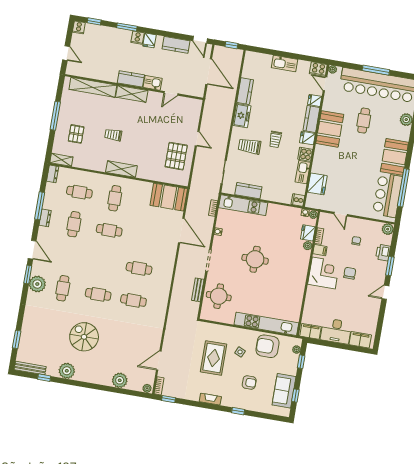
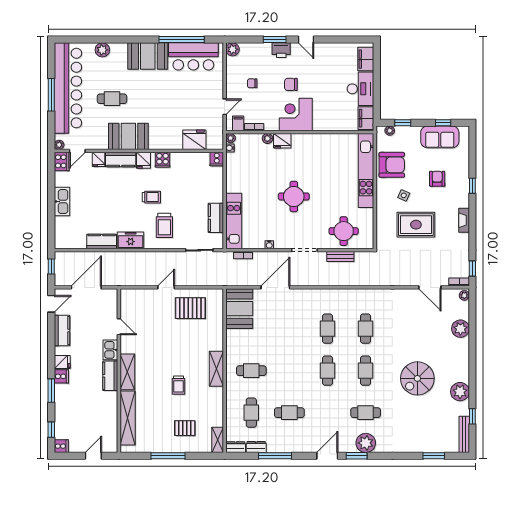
kitchen sink: (303, 172) -> (184, 159), removed
dresser: (45, 218) -> (256, 447), moved
cafe table: (109, 230) -> (327, 371), moved
fridge: (308, 233) -> (282, 141), moved
filing cabinet: (320, 250) -> (238, 123), moved
printer: (383, 253) -> (281, 50), moved
armchair: (267, 346) -> (392, 165), turned -90

